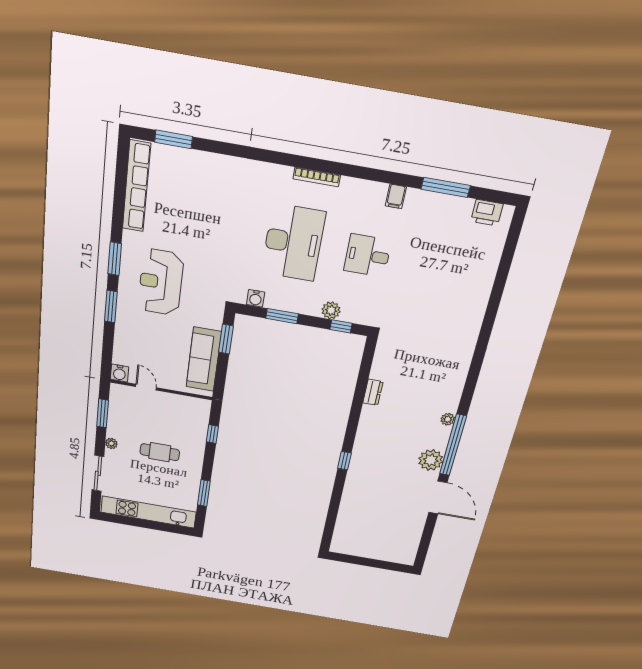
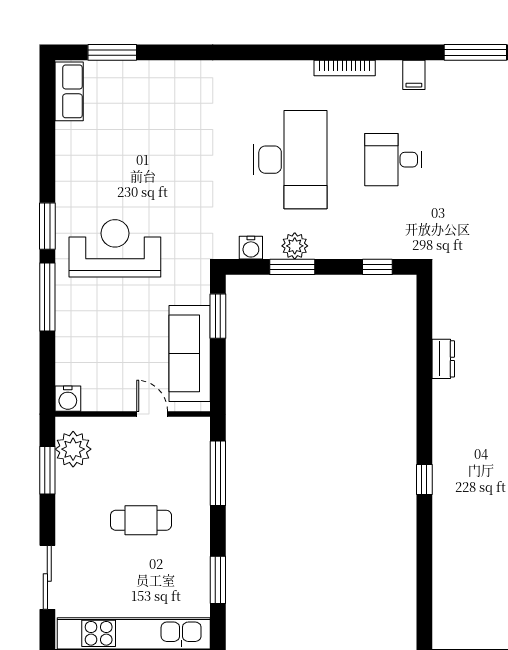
bookcase: (317, 177) -> (345, 68), moved
row of seats: (137, 186) -> (69, 91), width x0.50
reception desk: (161, 282) -> (115, 248), turned 90
window: (111, 306) -> (47, 297), width x1.44
plant: (331, 310) -> (295, 246), moved
door: (146, 387) -> (152, 414), moved
window: (212, 434) -> (218, 473), width x2.17
plant: (111, 443) -> (73, 449), moved, width x1.88, depth x1.88

